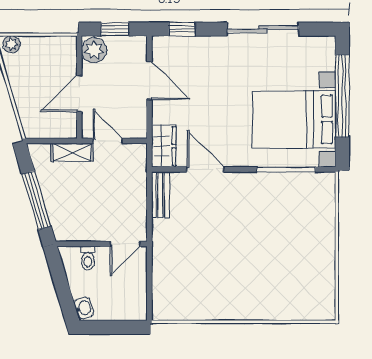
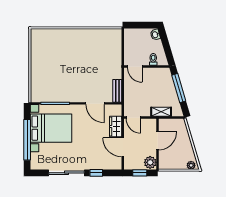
window: (182, 29) -> (96, 173), moved
door: (108, 141) -> (133, 117), moved
wardrobe: (164, 146) -> (116, 126), moved
door: (125, 244) -> (135, 66), swing flipped

